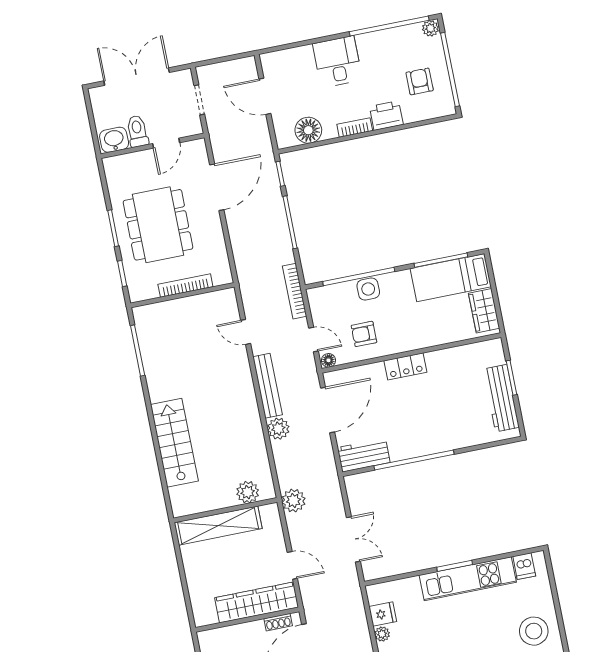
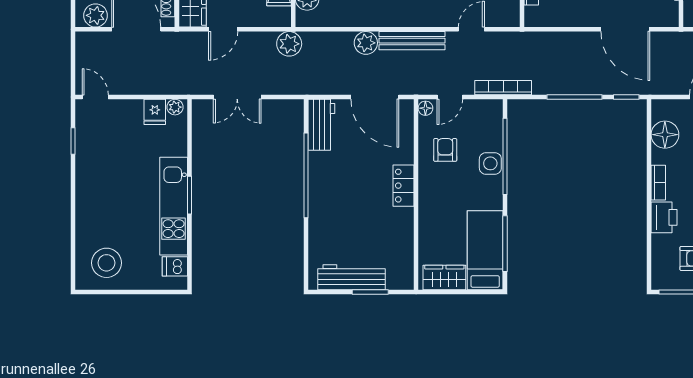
plant: (382, 634) -> (175, 107), moved

